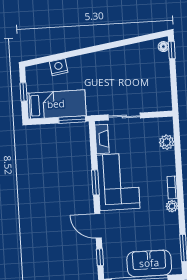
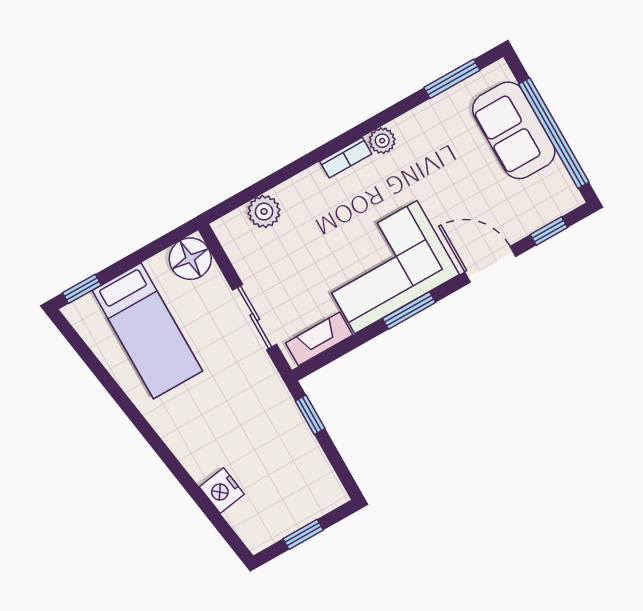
floor lamp: (163, 47) -> (190, 259), moved, width x1.89, depth x1.89
bed: (56, 104) -> (147, 331), moved, turned 180
window: (72, 120) -> (310, 415), width x0.67
door: (98, 226) -> (490, 264), swing flipped

